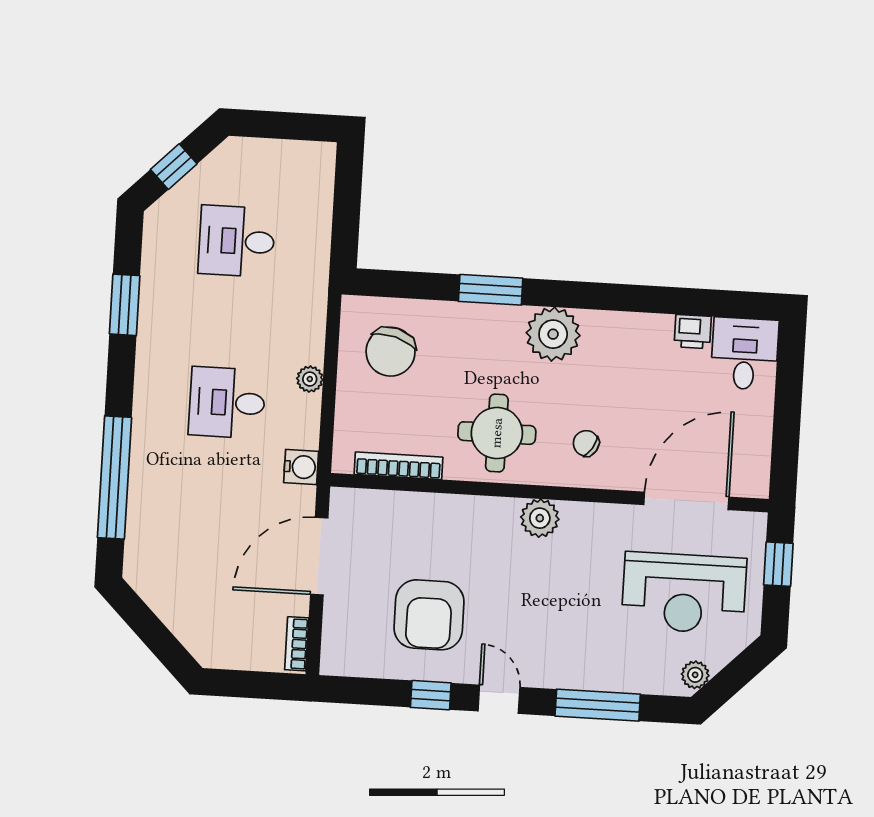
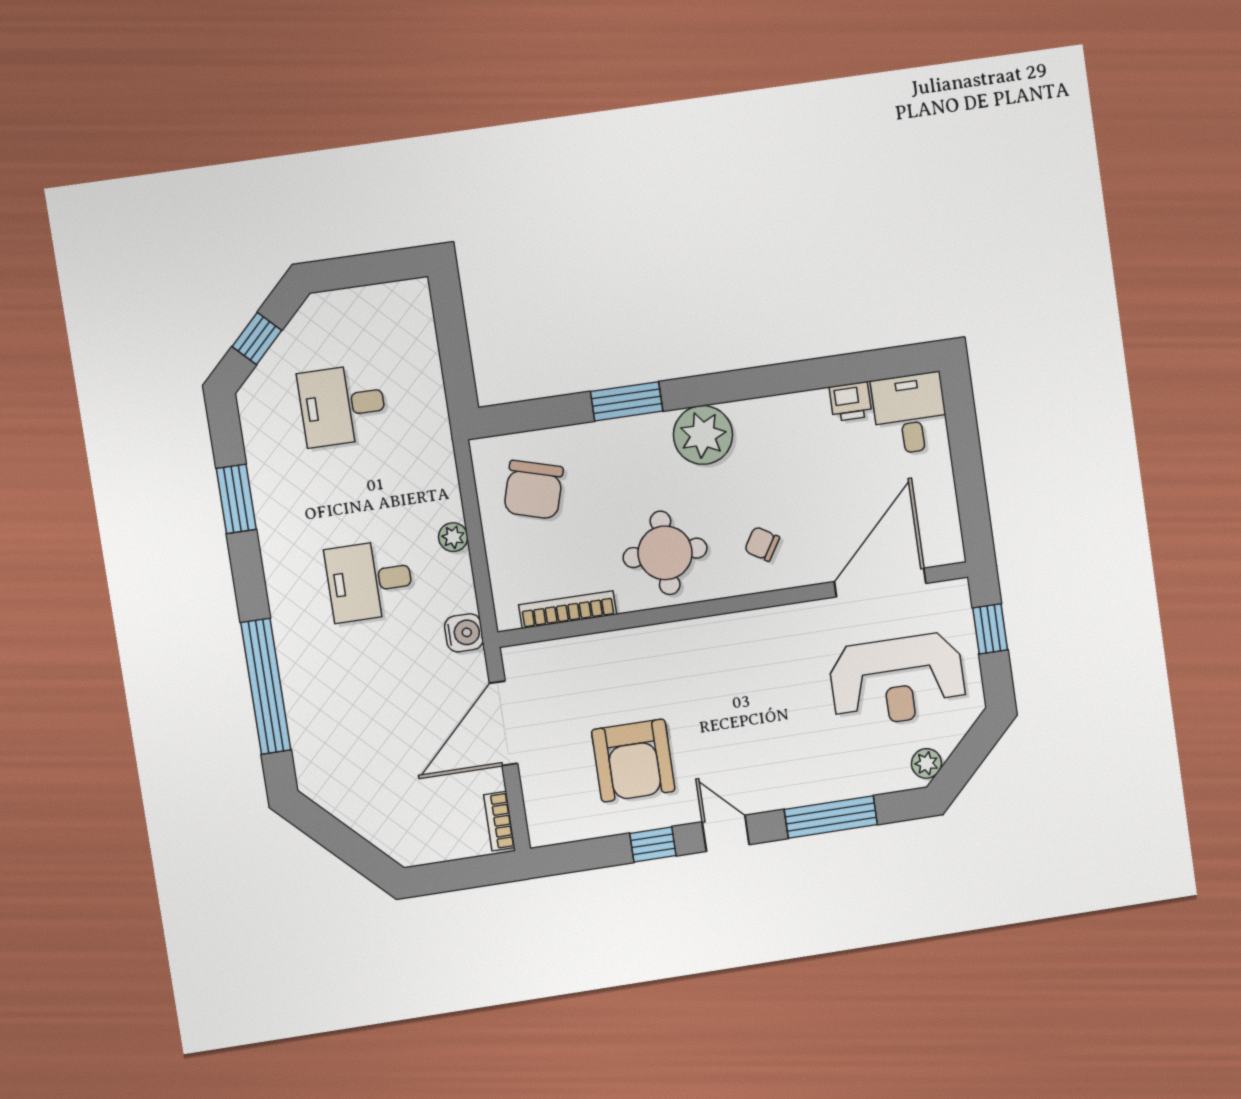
plant: (540, 518) -> (729, 634), removed

